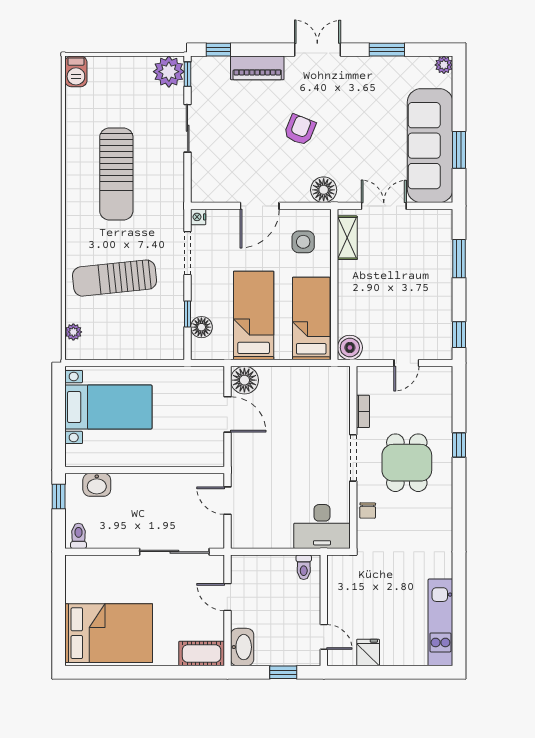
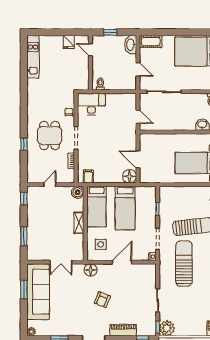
sun lounger: (116, 174) -> (184, 263), moved
shelving: (347, 238) -> (79, 223), moved
floor lamp: (201, 327) -> (151, 202), removed
filing cabinet: (328, 380) -> (88, 176), added

